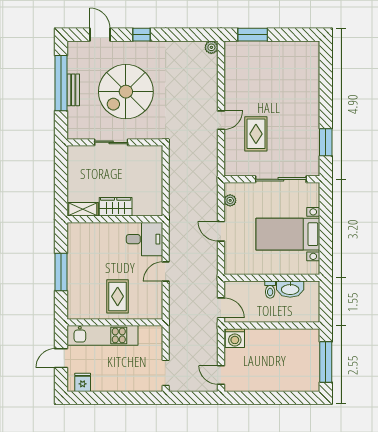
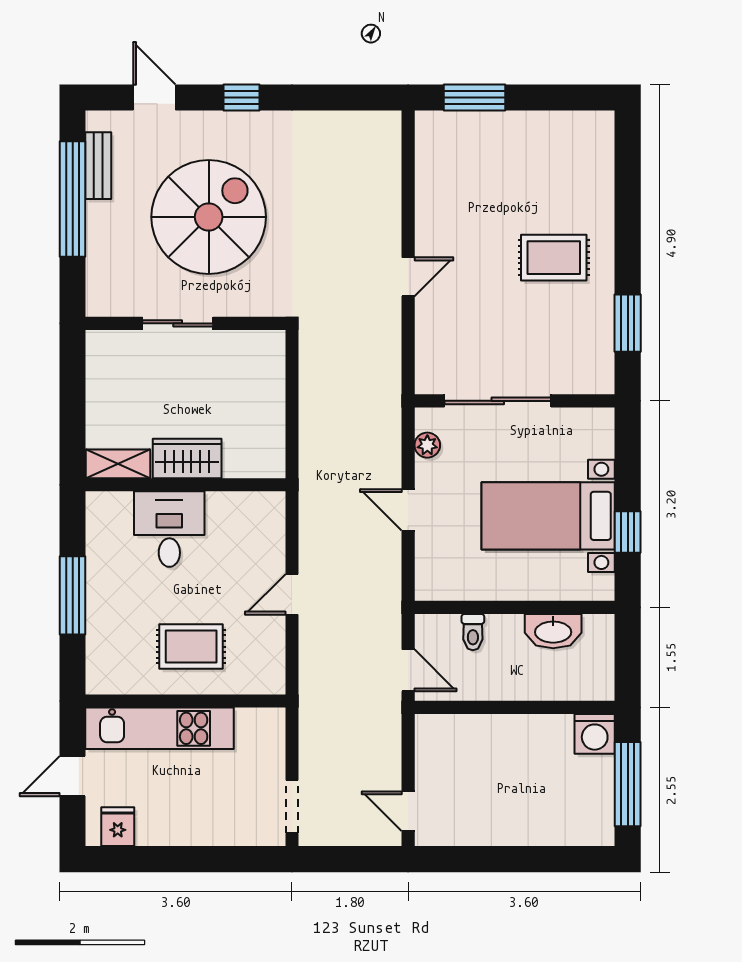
plant: (211, 47) -> (388, 124), removed
bench: (73, 90) -> (98, 166), moved
spiral stairs: (126, 92) -> (209, 217), turned 180
rug: (256, 134) -> (554, 258), moved, turned 90
sliding door: (281, 179) -> (498, 401), moved
desk: (144, 239) -> (169, 529), moved, turned -90
window: (326, 242) -> (628, 532), added
toilet: (270, 290) -> (473, 632), moved
rug: (118, 296) -> (191, 647), turned 90
washing machine: (235, 338) -> (595, 734), moved

